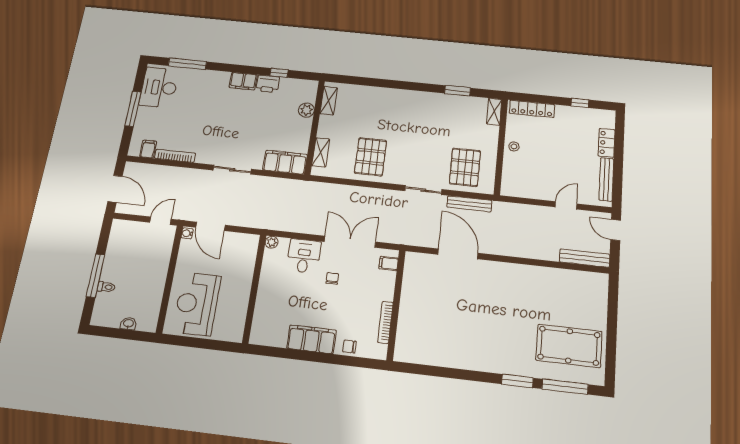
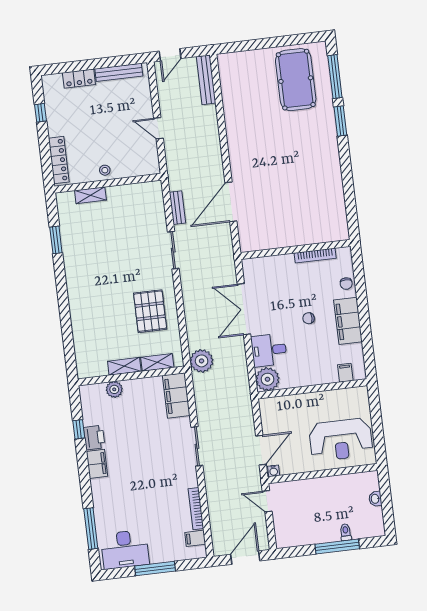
shelving: (329, 101) -> (124, 366), moved
shelving: (494, 112) -> (90, 195), moved
pallet: (370, 157) -> (150, 311), turned 90
pallet: (465, 167) -> (139, 214), removed
plant: (311, 192) -> (202, 361), added
bench: (469, 204) -> (177, 208), width x0.73
door: (566, 205) -> (158, 128), moved
plant: (272, 242) -> (268, 379), width x1.88, depth x1.88
filing cabinet: (389, 263) -> (345, 373), moved, turned 180
chair: (332, 278) -> (309, 318), moved

